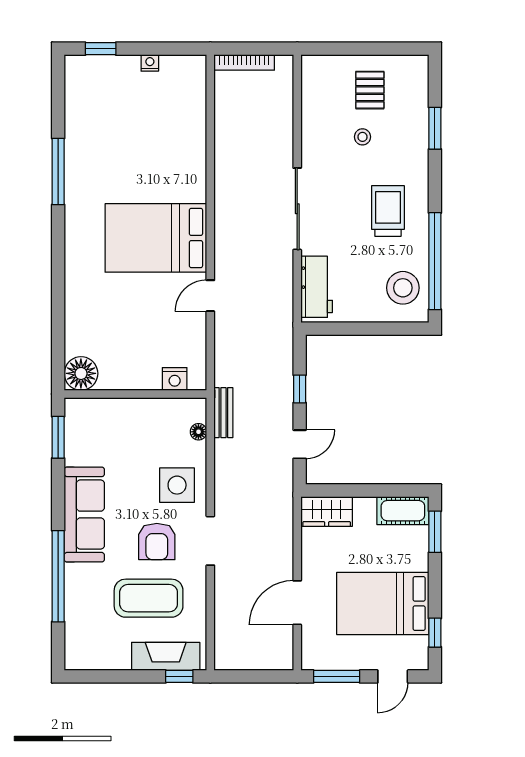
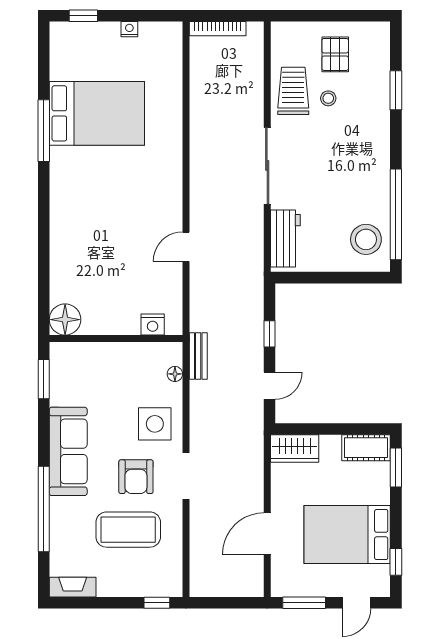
trolley: (388, 211) -> (293, 91), moved
bed: (156, 238) -> (97, 113), moved, turned 180
fireplace: (166, 656) -> (73, 587), moved, width x0.73, depth x0.76

